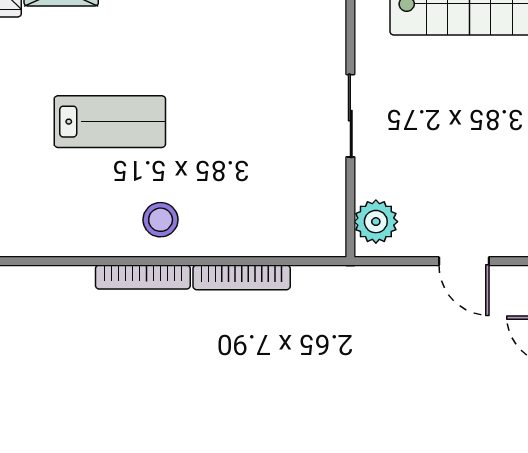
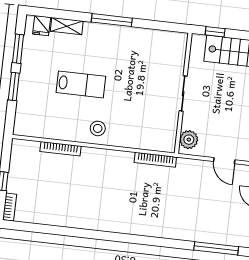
bookcase: (143, 277) -> (60, 149), moved
bookcase: (242, 277) -> (155, 160), moved

